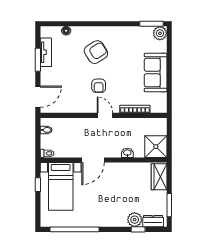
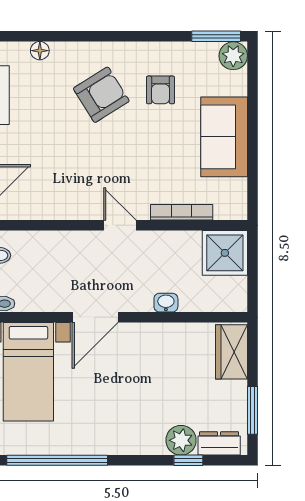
armchair: (99, 86) -> (160, 90), moved
shower: (156, 147) -> (225, 253), moved

